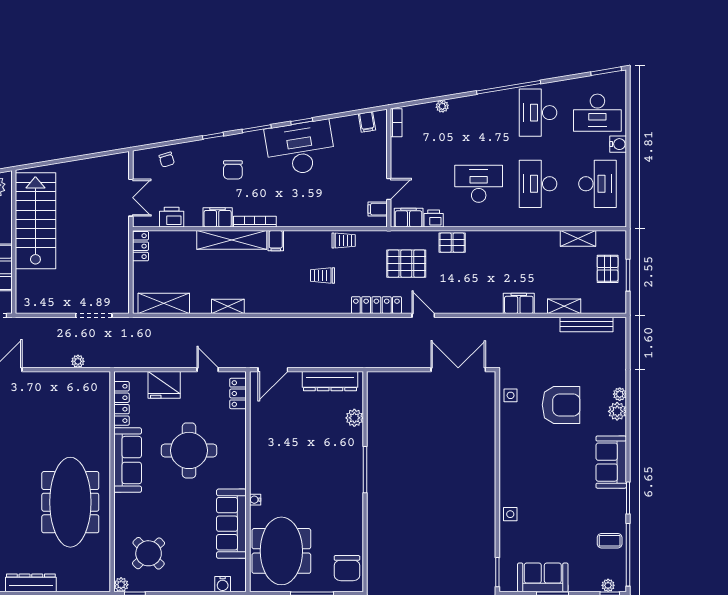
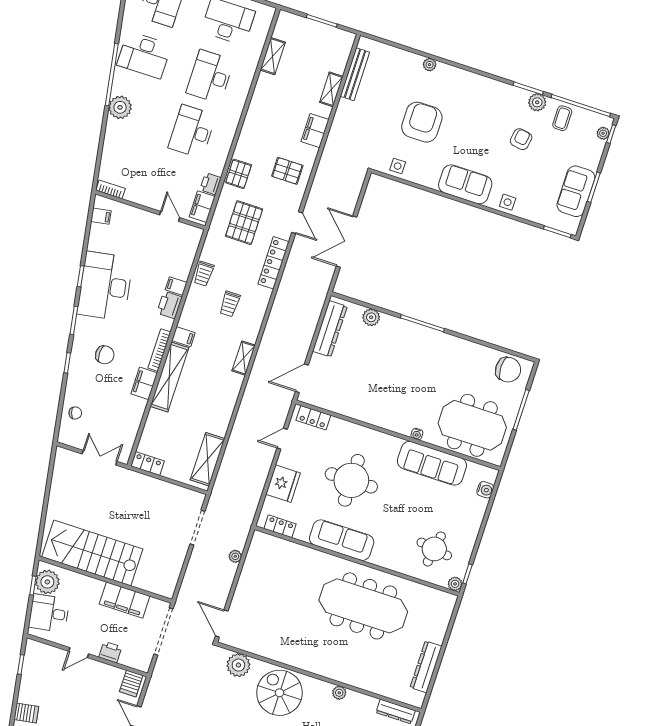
plant: (442, 106) -> (120, 107), moved, width x1.88, depth x1.88
desk: (538, 184) -> (210, 76), turned 90
filing cabinet: (378, 209) -> (176, 286), moved, turned 90
printer: (172, 217) -> (170, 305), moved
trolley: (344, 241) -> (204, 274), turned 180
pallet: (608, 269) -> (287, 171), moved
shelving: (228, 306) -> (244, 358), moved
door: (423, 315) -> (297, 223), swing flipped
door: (273, 370) -> (302, 378), swing flipped
double door: (458, 370) -> (347, 242), moved
locker: (121, 403) -> (280, 526), width x0.66
plant: (617, 411) -> (537, 102), moved
sofa: (611, 462) -> (465, 184), moved, turned 180
armchair: (576, 507) -> (521, 139), added
round table: (149, 553) -> (434, 549), turned -37

